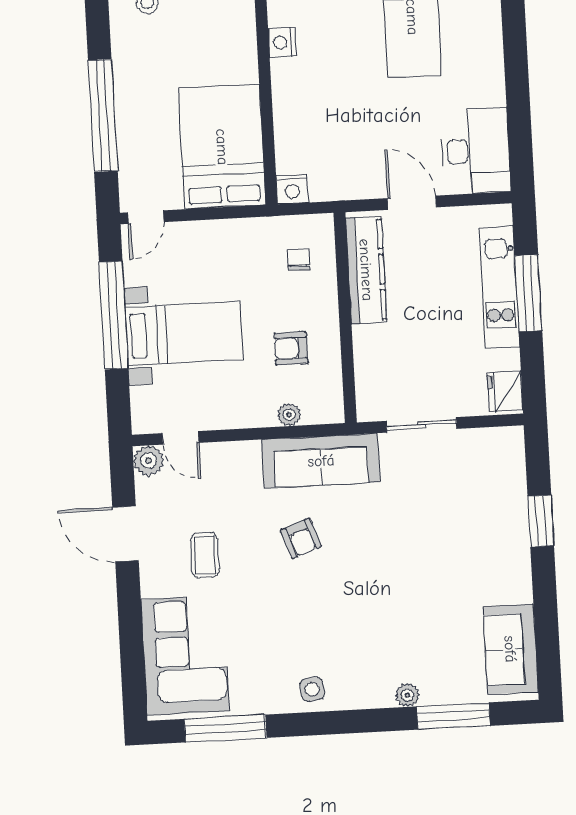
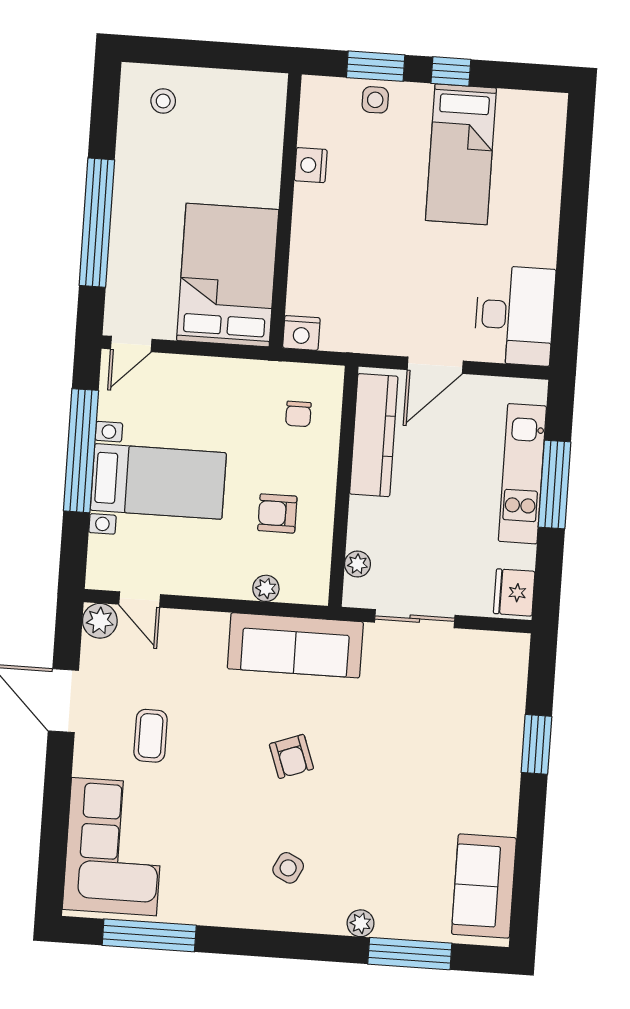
door: (412, 203) -> (435, 365), swing flipped
chair: (298, 260) -> (298, 414), turned 180
plant: (366, 384) -> (358, 564), added
armchair: (301, 538) -> (291, 756), moved
side table: (312, 689) -> (288, 868), moved, turned 35

